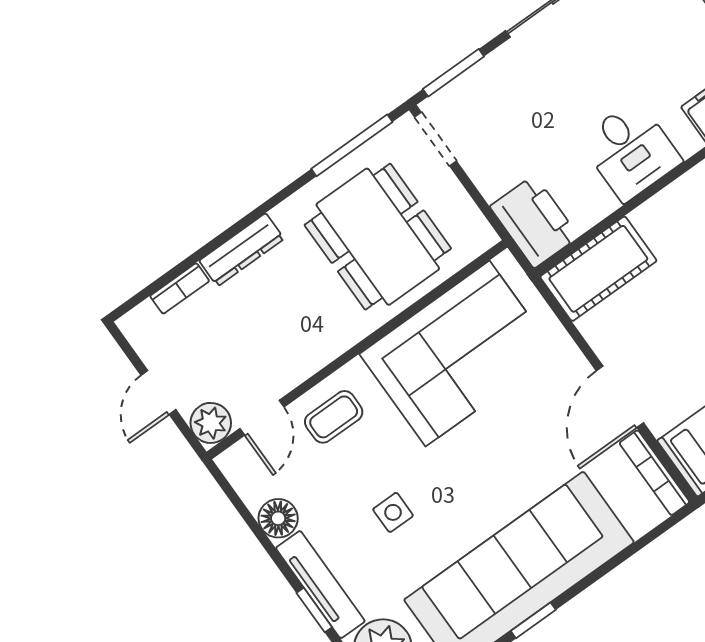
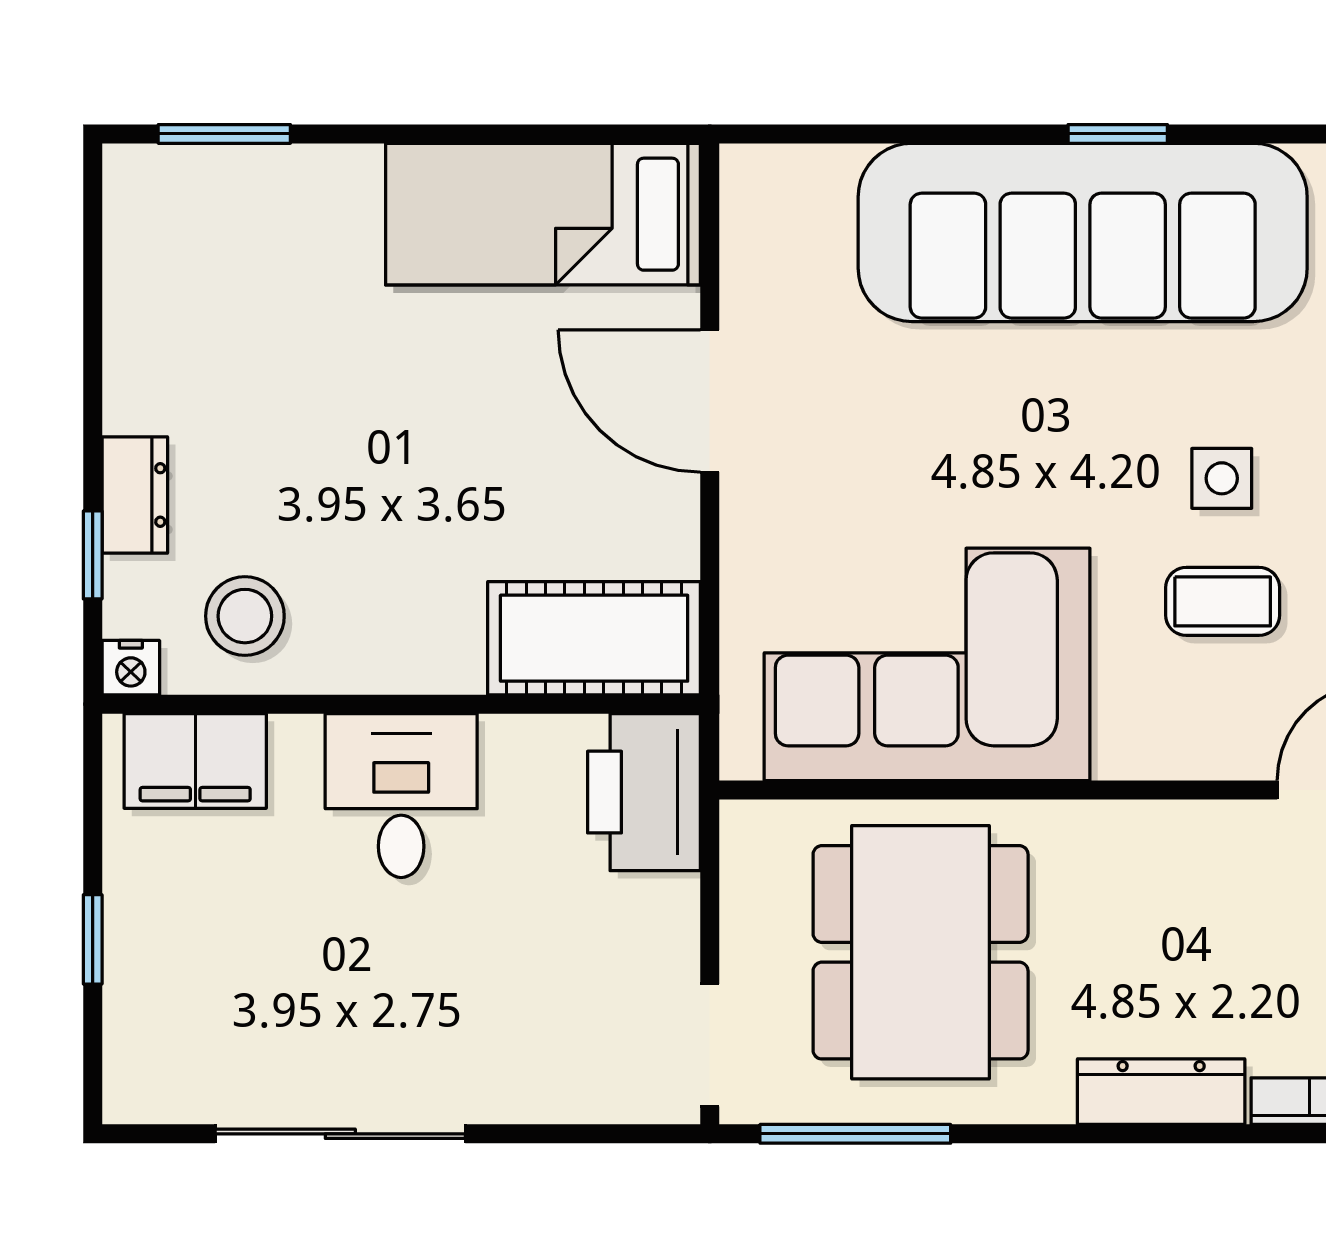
window: (453, 73) -> (601, 1134), removed
door: (620, 397) -> (710, 401), swing flipped
coffee table: (334, 417) -> (1223, 601), moved
bookcase: (654, 473) -> (743, 235), removed

